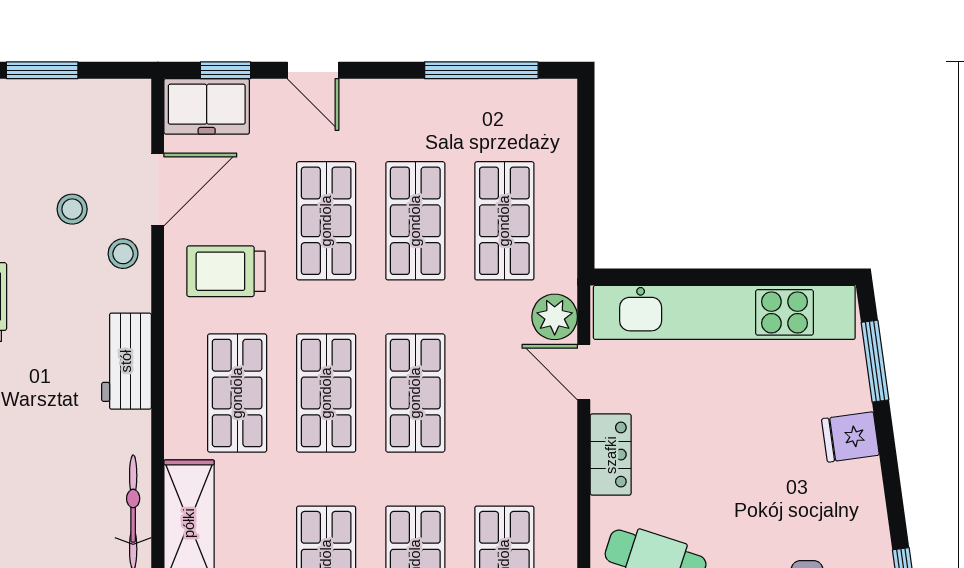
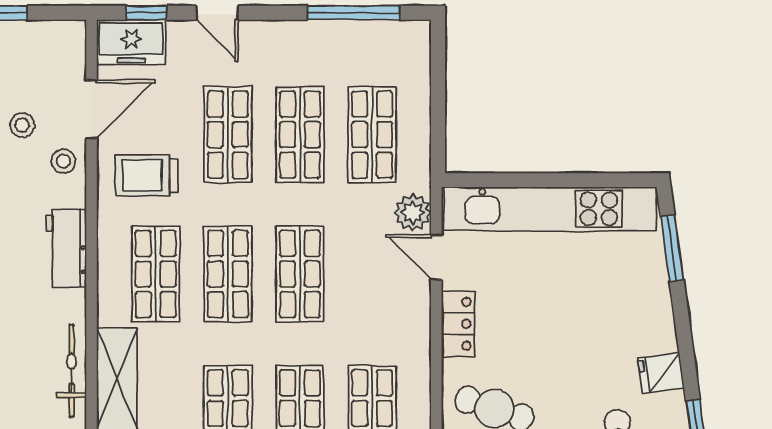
fridge: (850, 437) -> (661, 373), moved

